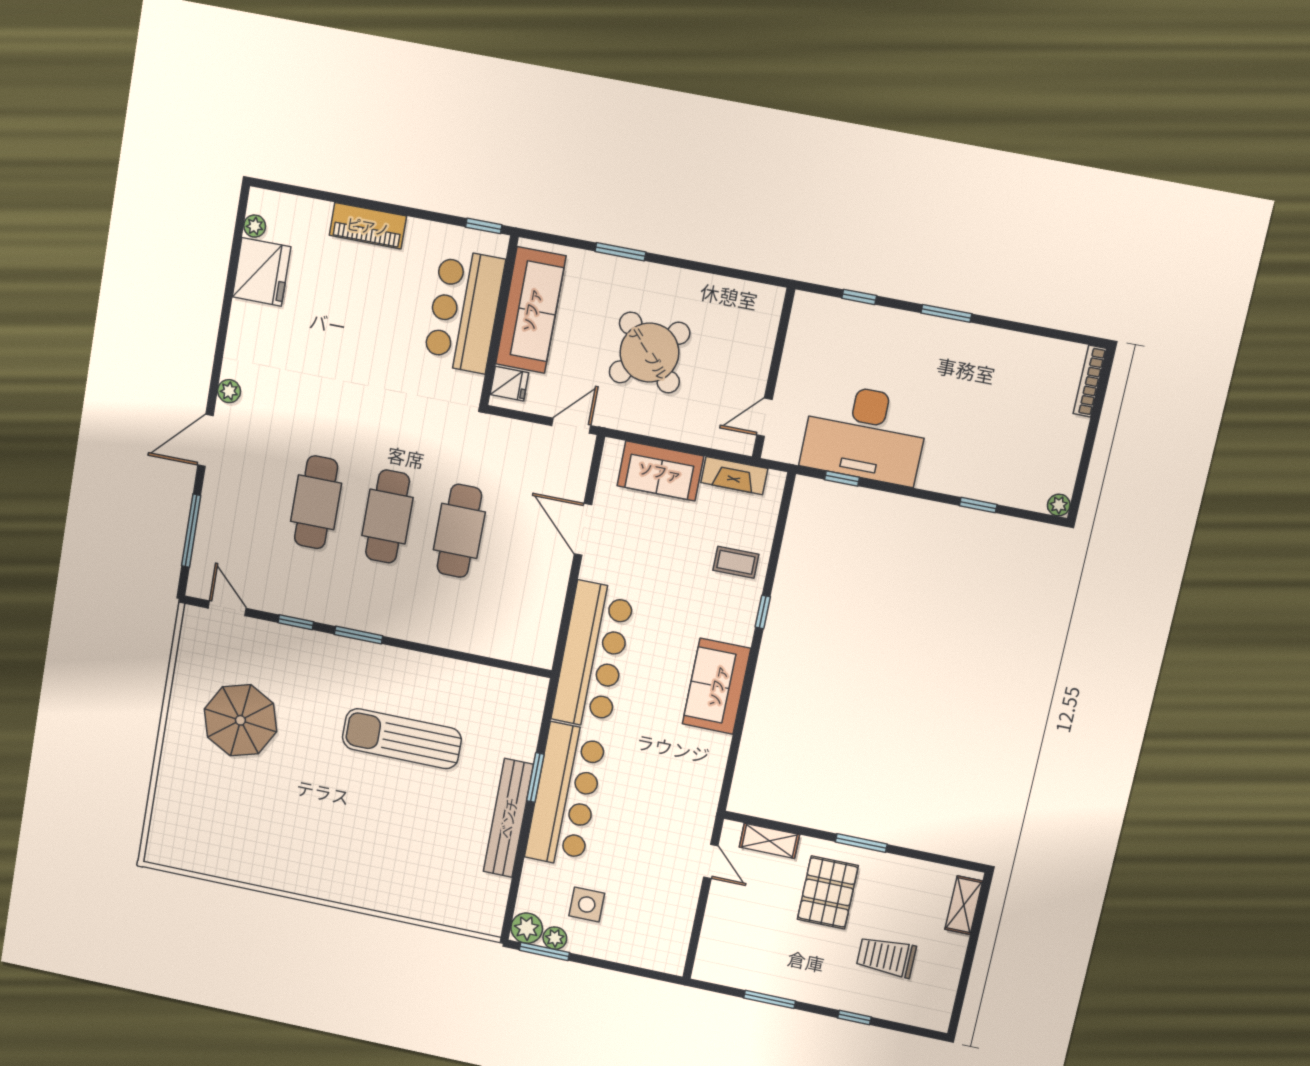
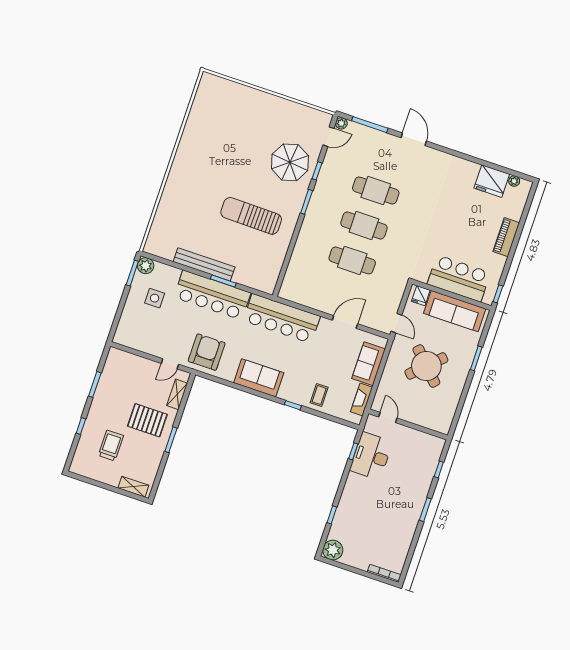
plant: (229, 391) -> (341, 123), moved
desk: (865, 434) -> (371, 456), width x0.73, depth x0.77
plant: (1059, 505) -> (333, 550), width x1.88, depth x1.88
parasol: (240, 720) -> (290, 162), moved
sun lounger: (402, 739) -> (251, 216), turned -89
armchair: (679, 793) -> (207, 352), added
plant: (555, 938) -> (139, 279), removed

